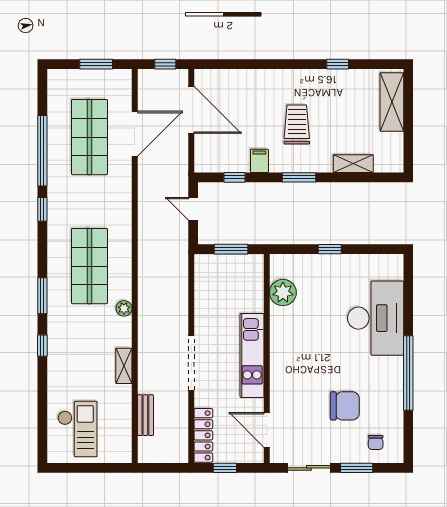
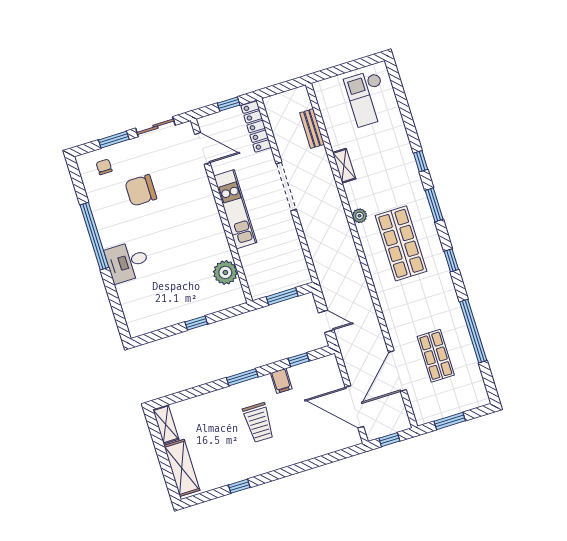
shop shelf: (89, 137) -> (436, 356), width x0.70, depth x0.74
shelving: (353, 164) -> (166, 424), moved, turned 90
window: (42, 209) -> (451, 260), moved
desk: (376, 318) -> (127, 262), width x0.53, depth x0.77

